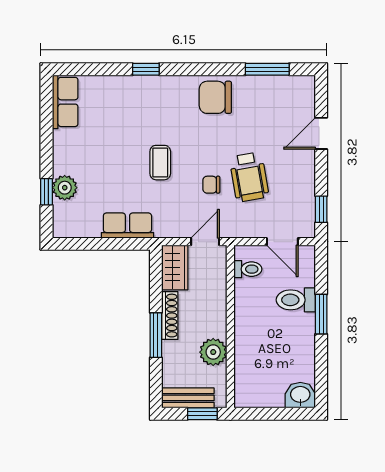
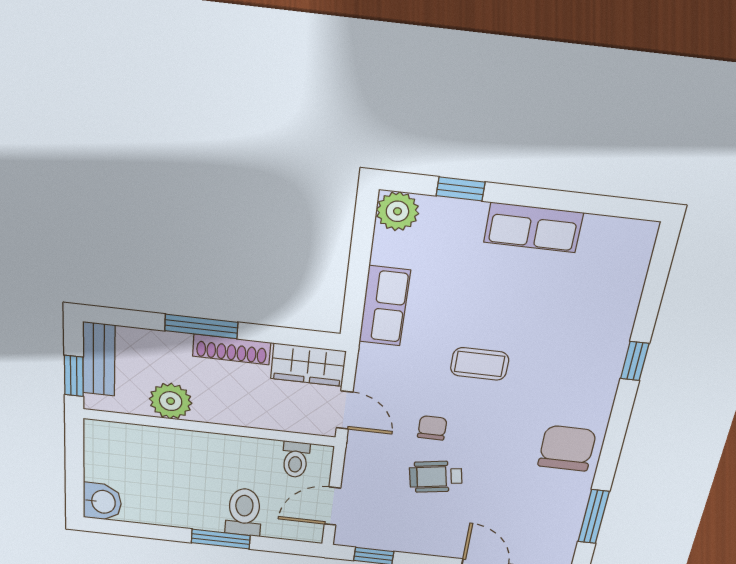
row of seats: (65, 102) -> (533, 228), moved
wheelchair: (249, 177) -> (436, 477), width x0.73, depth x0.73
plant: (65, 188) -> (397, 211), moved

